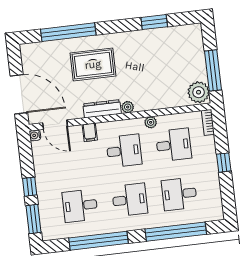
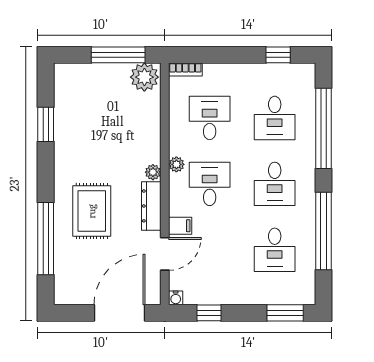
plant: (151, 122) -> (176, 164), moved
door: (55, 125) -> (165, 254), moved
window: (224, 163) -> (278, 55), moved
window: (30, 187) -> (209, 313), moved
desk: (130, 200) -> (275, 184), turned 180

